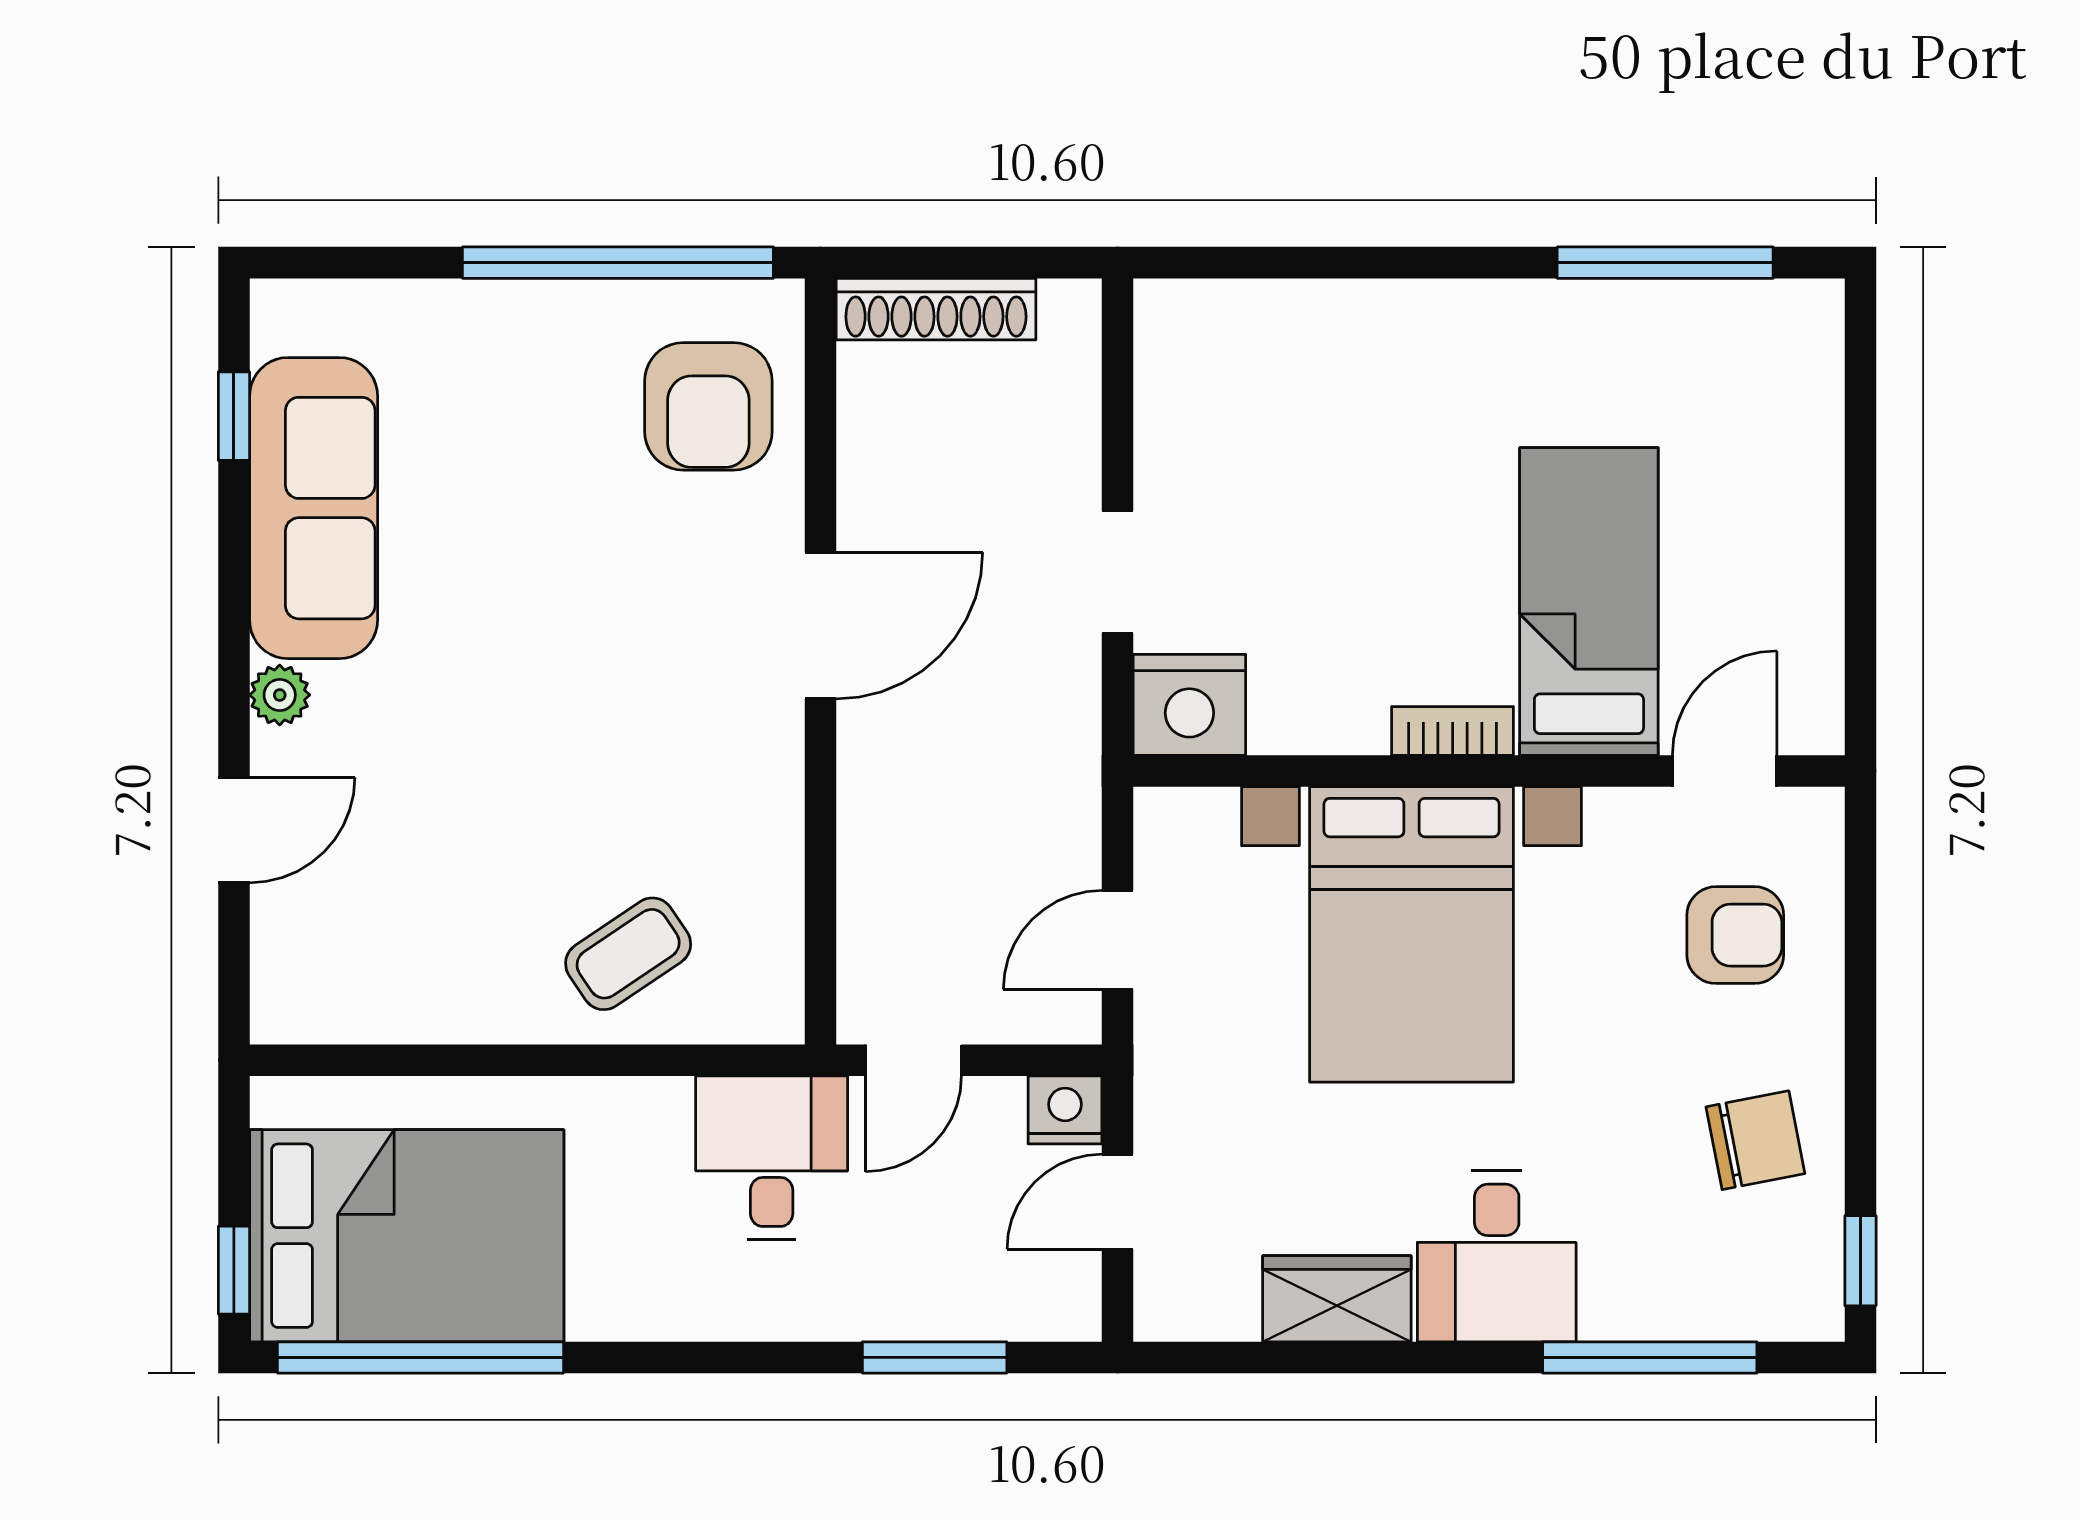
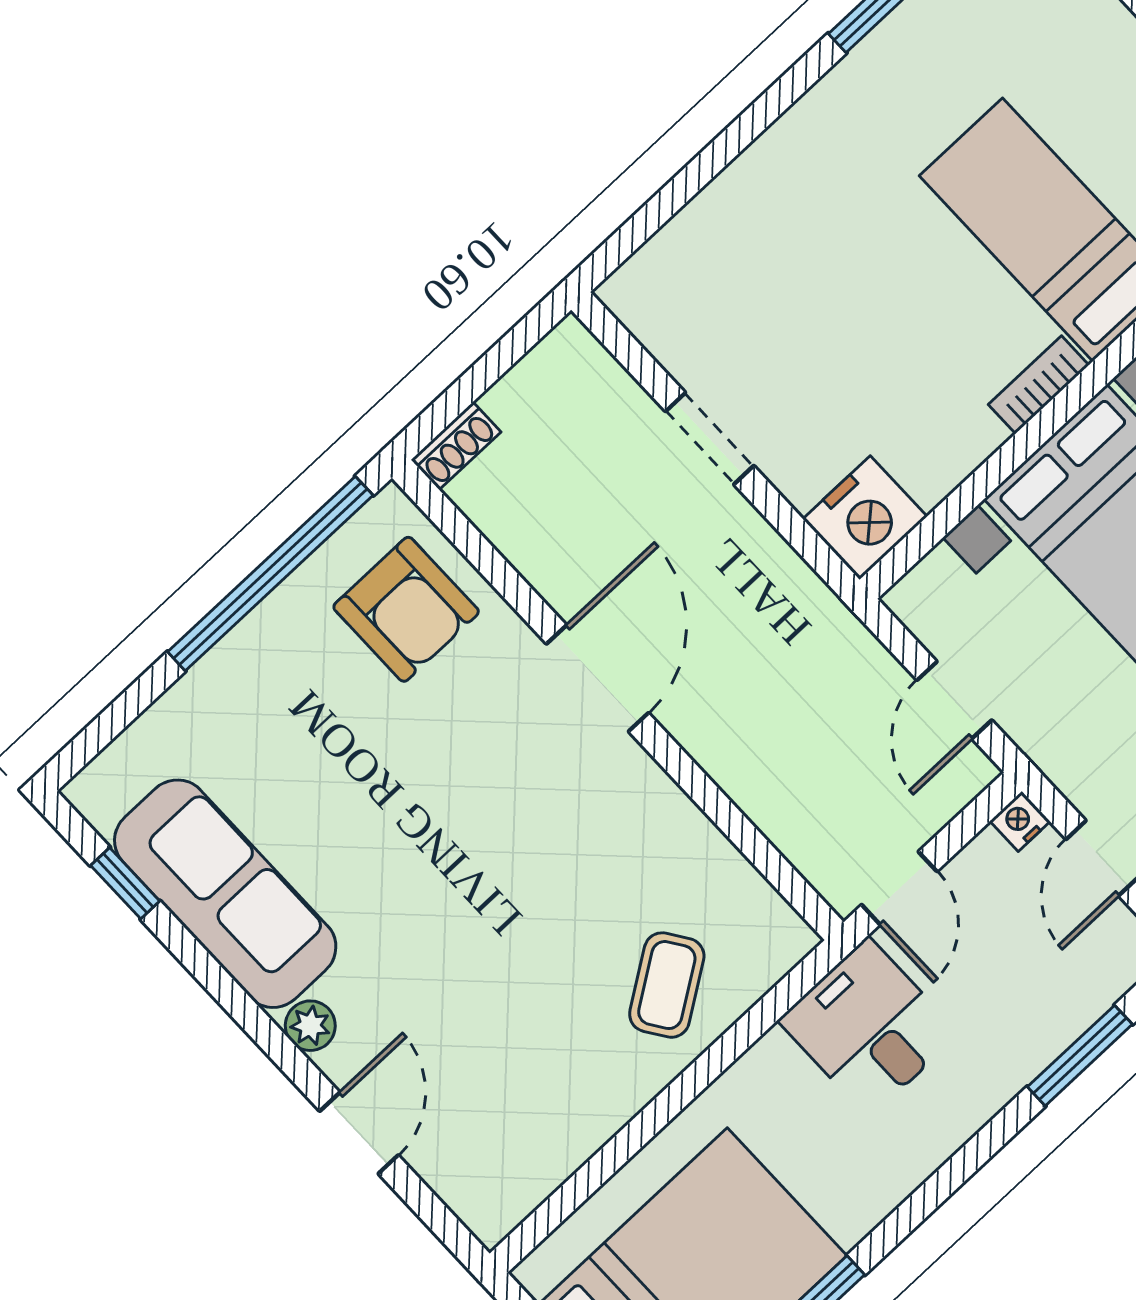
shoe rack: (936, 309) -> (456, 446), width x0.51, depth x0.81
doorway: (1118, 572) -> (710, 439), moved
nightstand: (1065, 1110) -> (1020, 821), width x0.72, depth x0.74

